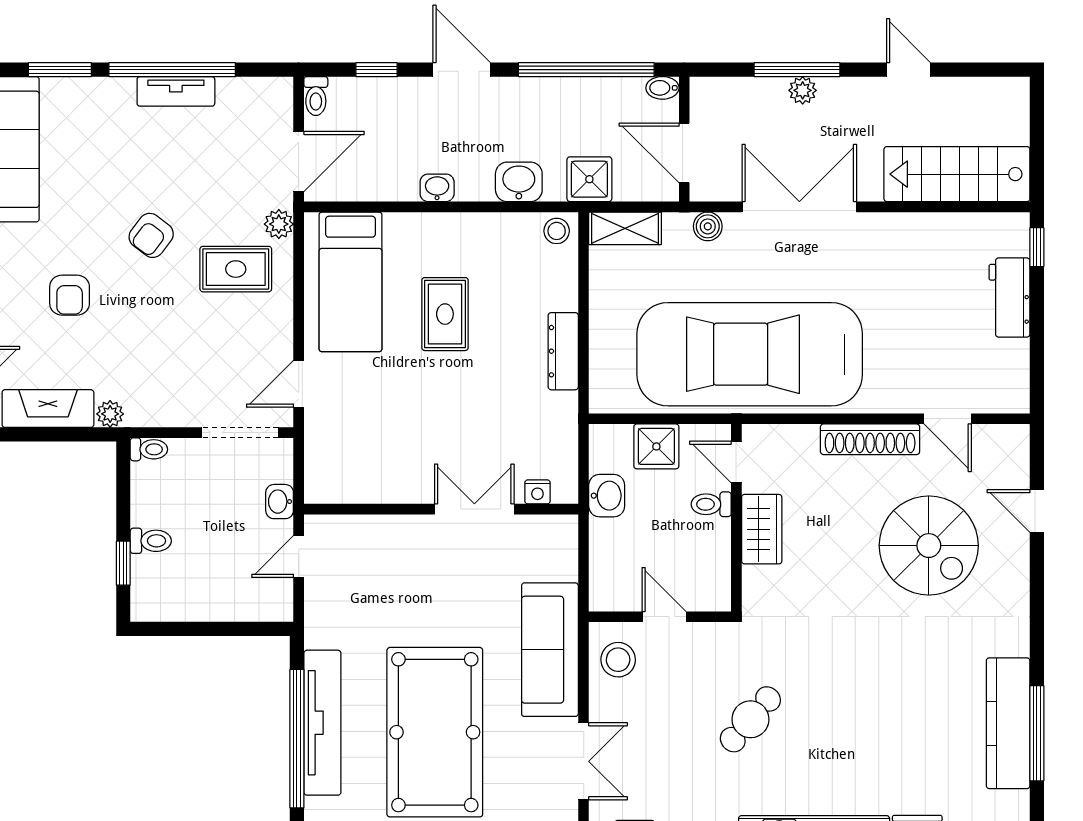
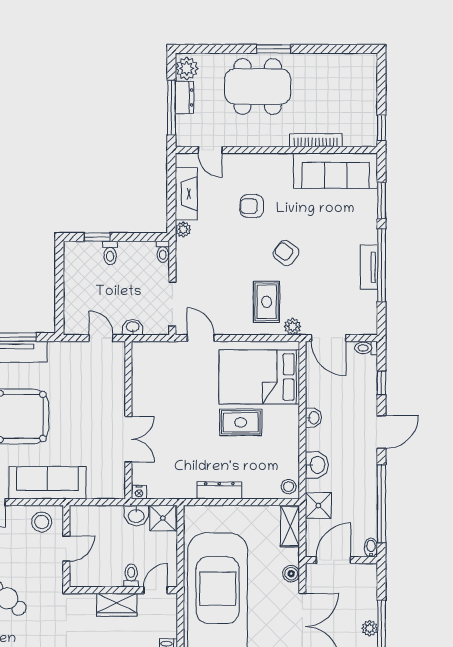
bed: (350, 282) -> (259, 377), width x1.50
shower: (656, 446) -> (163, 518), moved
nightstand: (537, 492) -> (139, 492), moved, turned -90

